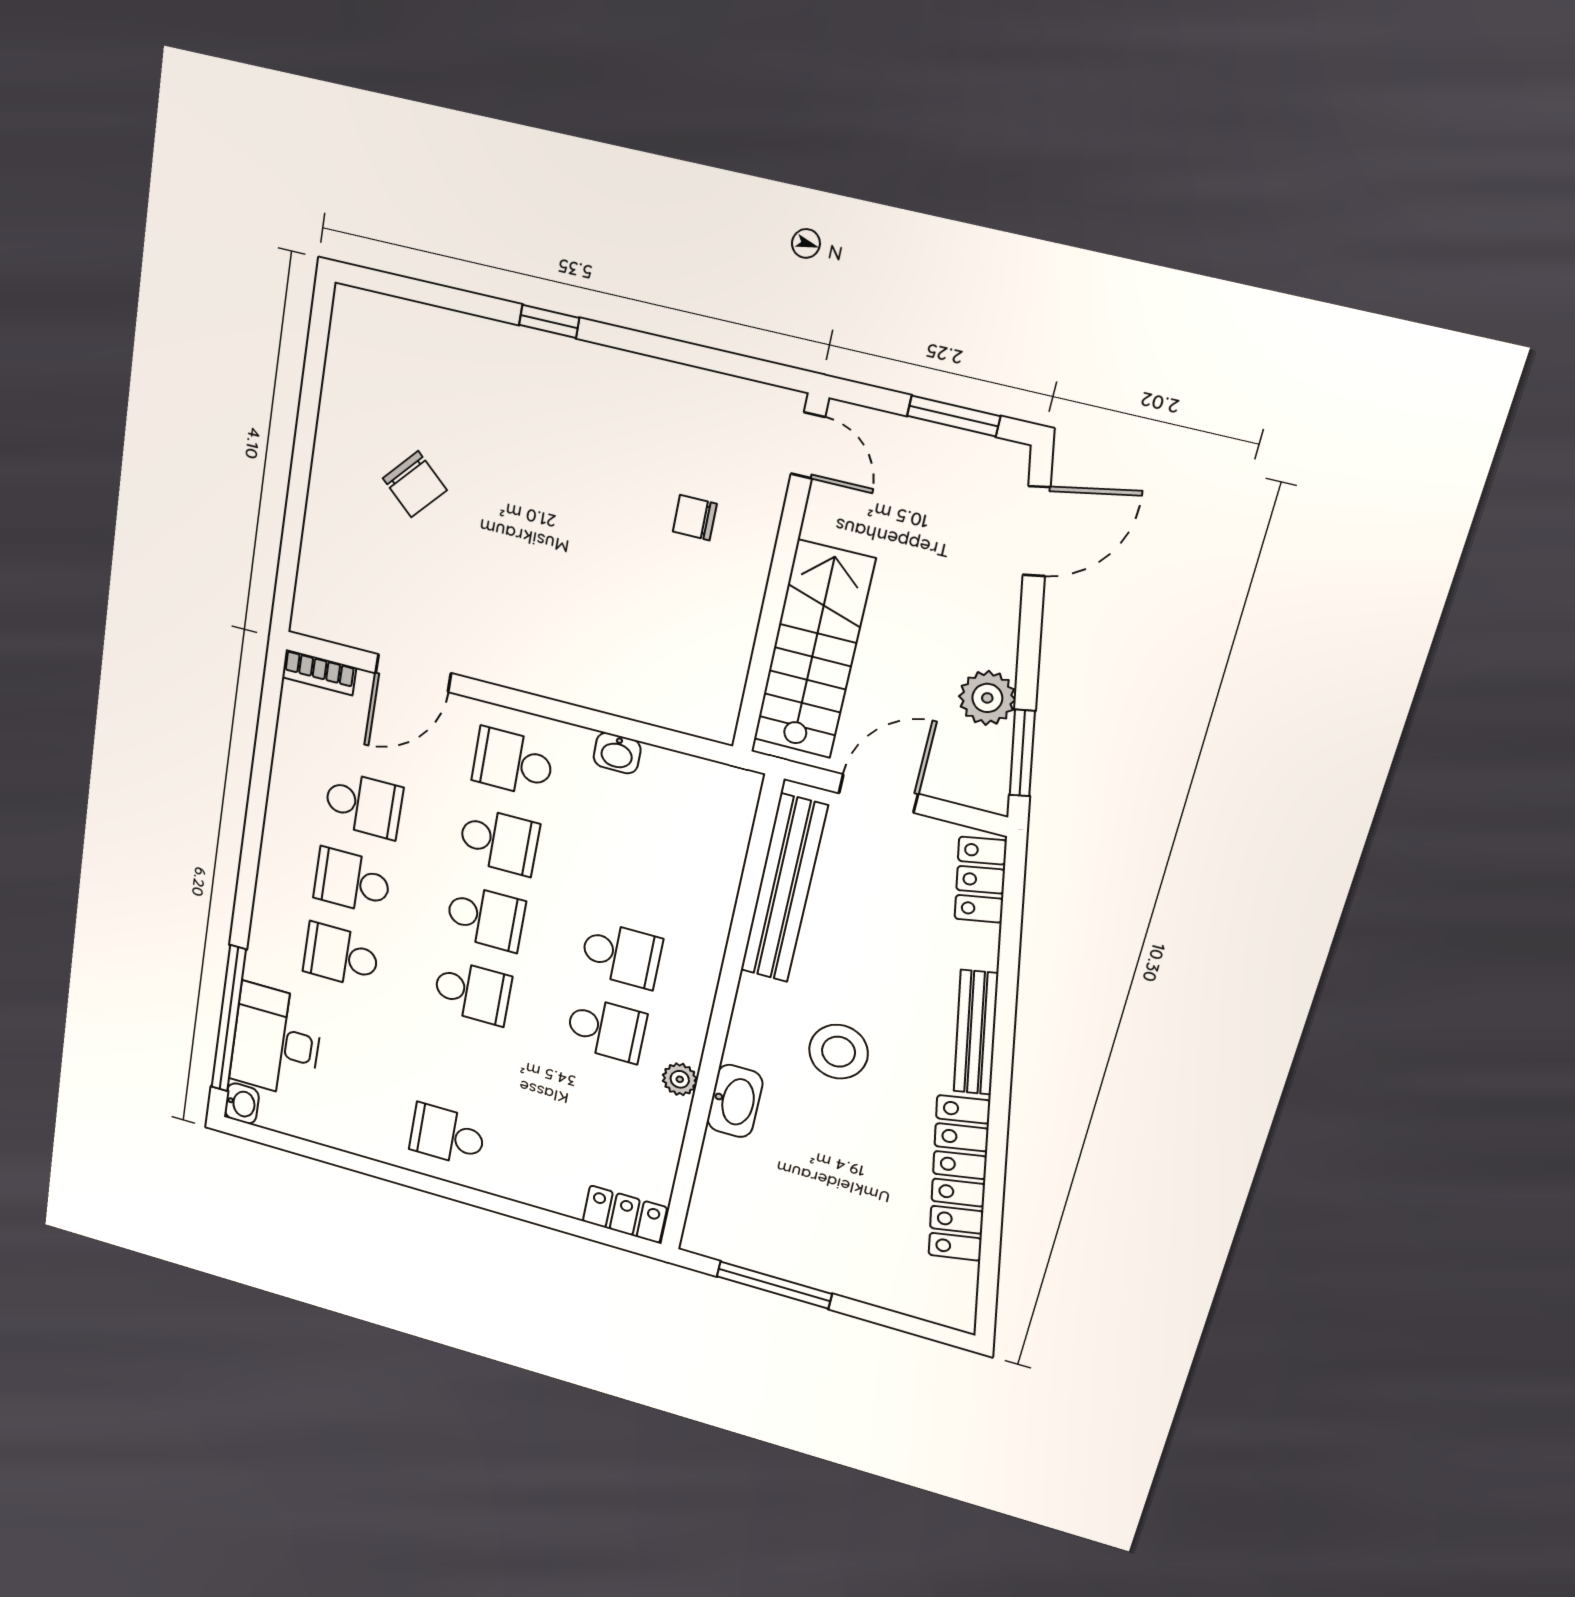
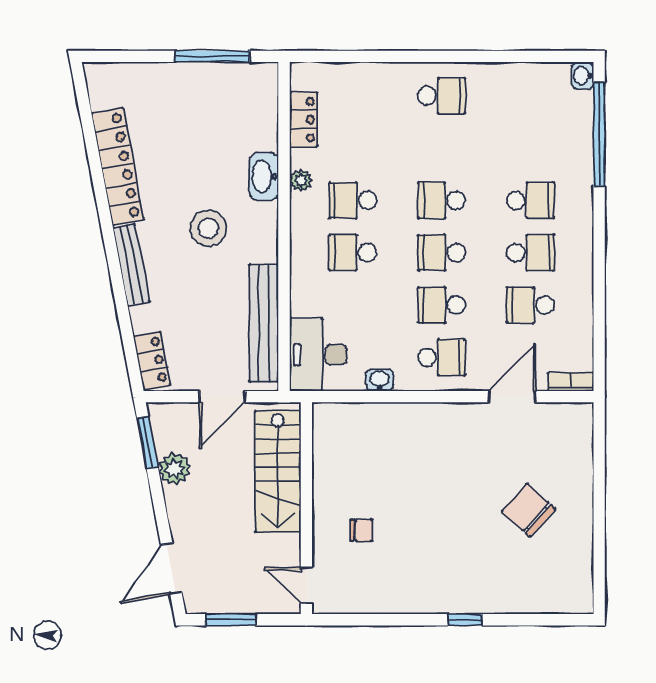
chair: (415, 484) -> (529, 510), width x1.37, depth x1.37
desk: (276, 1041) -> (318, 355), moved, turned 180
locker: (625, 1214) -> (303, 120), moved, turned -90

